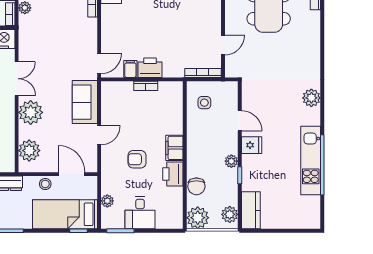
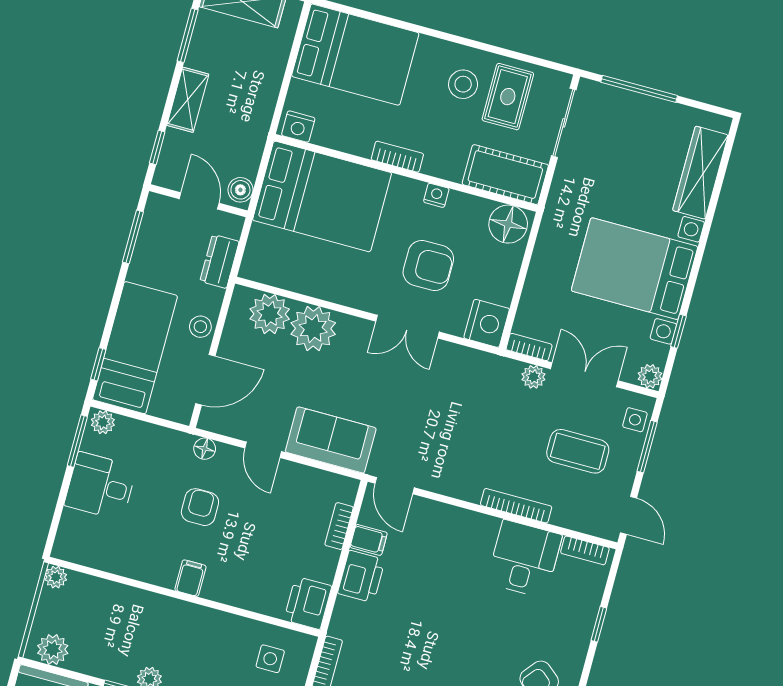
bookcase: (146, 86) -> (339, 526), moved
plant: (31, 112) -> (313, 329), moved
filing cabinet: (174, 148) -> (190, 578), width x0.50
floor lamp: (107, 165) -> (205, 449), added
printer: (173, 174) -> (308, 603), moved, turned -90
chair: (196, 186) -> (121, 603), removed
plant: (107, 201) -> (103, 422), moved
plant: (198, 218) -> (56, 577), width x0.53, depth x0.53

